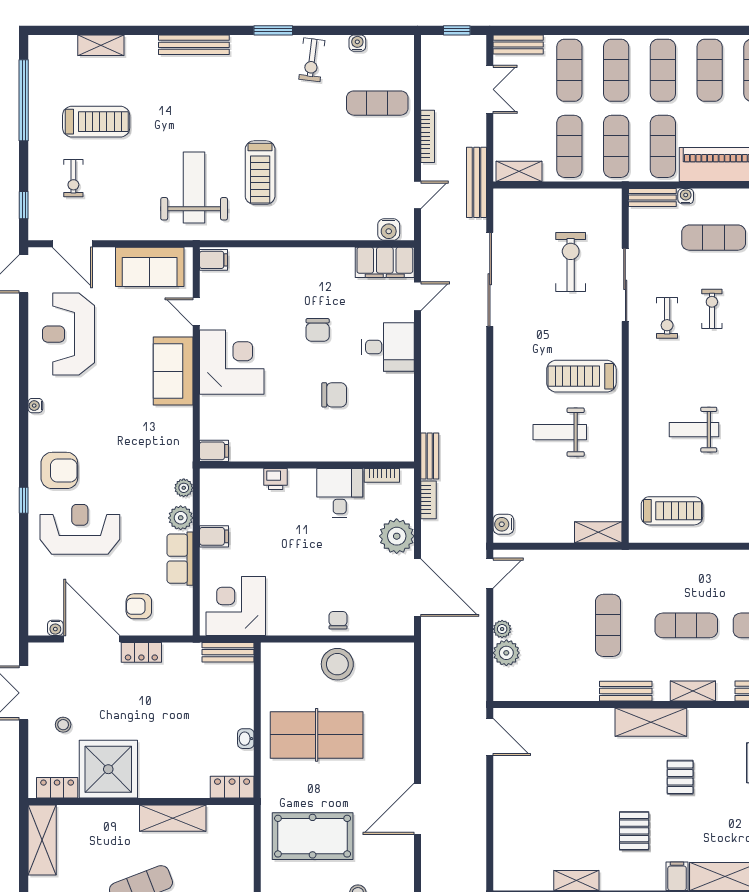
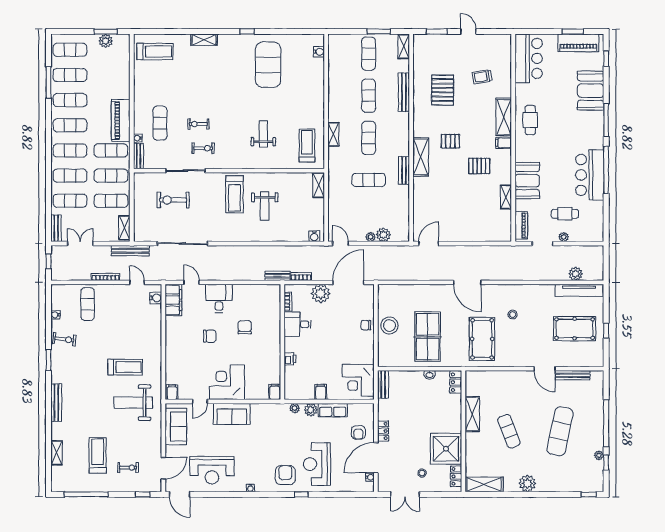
weight bench: (694, 430) -> (263, 134), turned 180
shelving: (693, 691) -> (333, 134), moved

